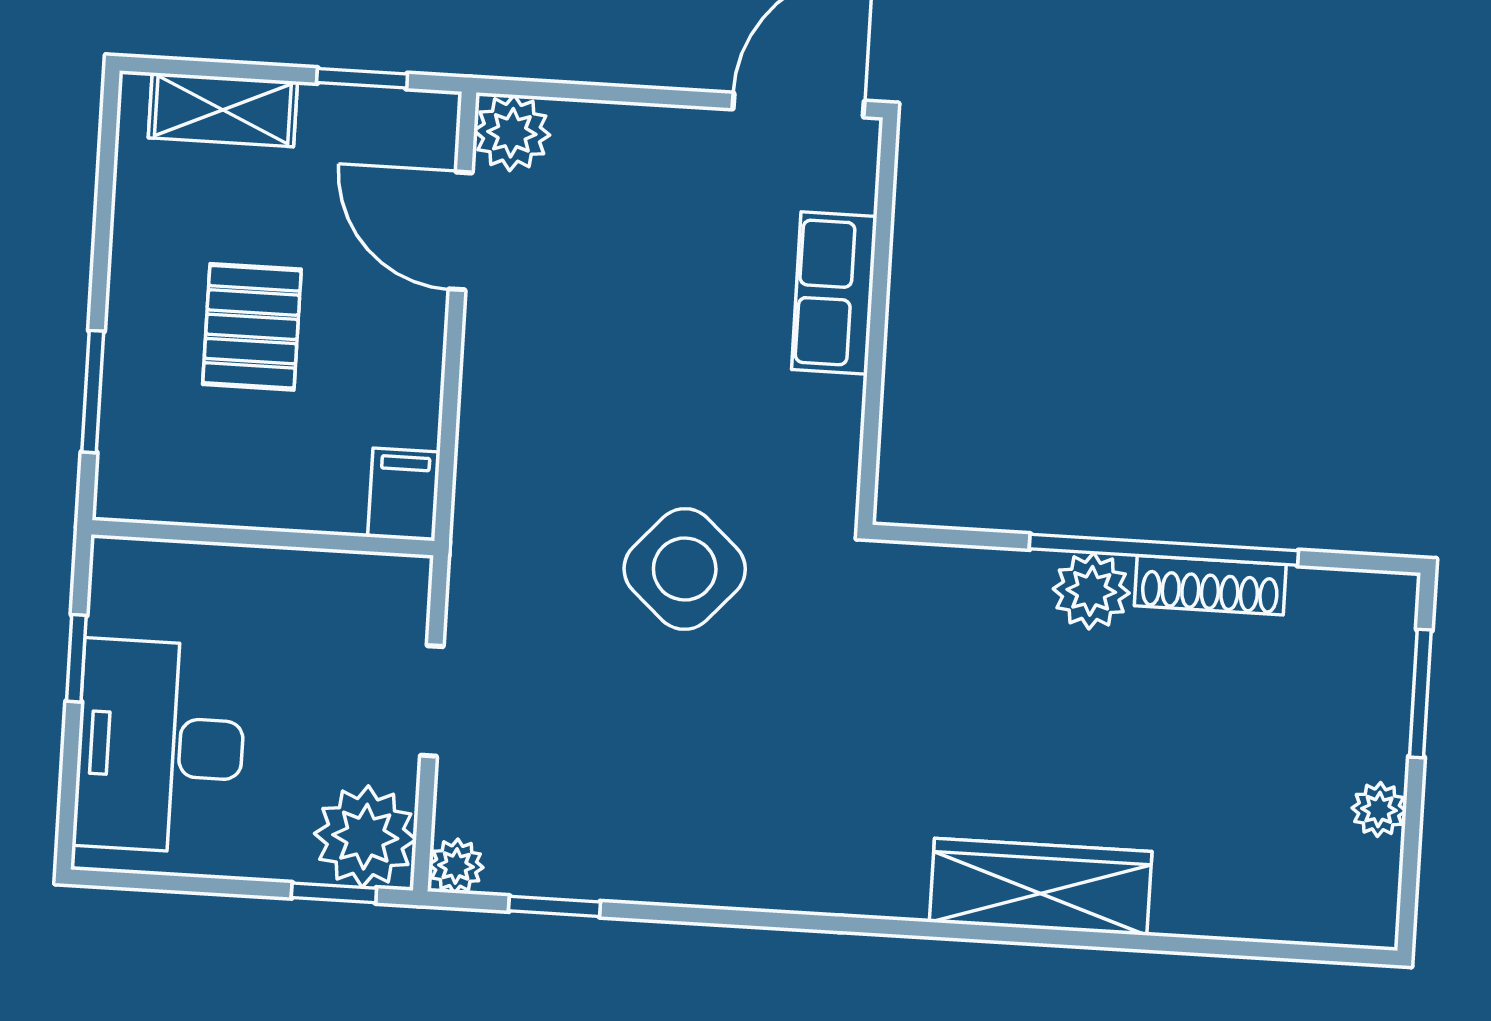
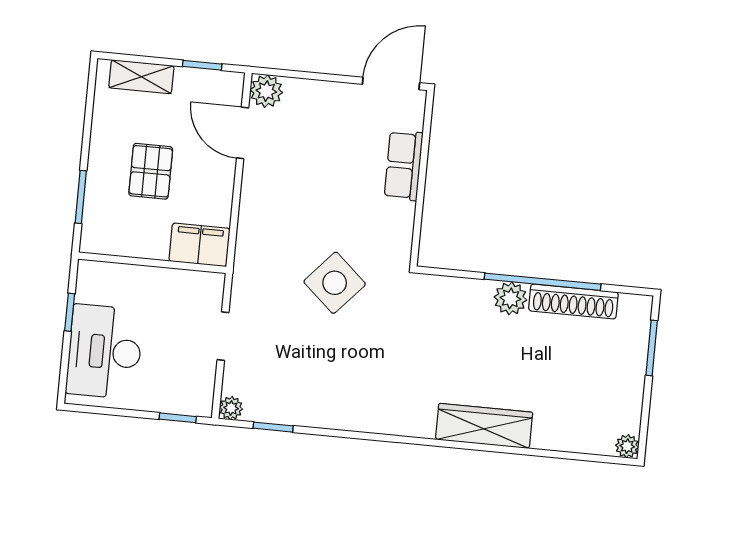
filing cabinet: (404, 494) -> (200, 245), width x2.00
shoe rack: (1210, 585) -> (573, 301), width x1.36, depth x1.24
plant: (1379, 809) -> (627, 446), moved
plant: (365, 837) -> (192, 394), removed

